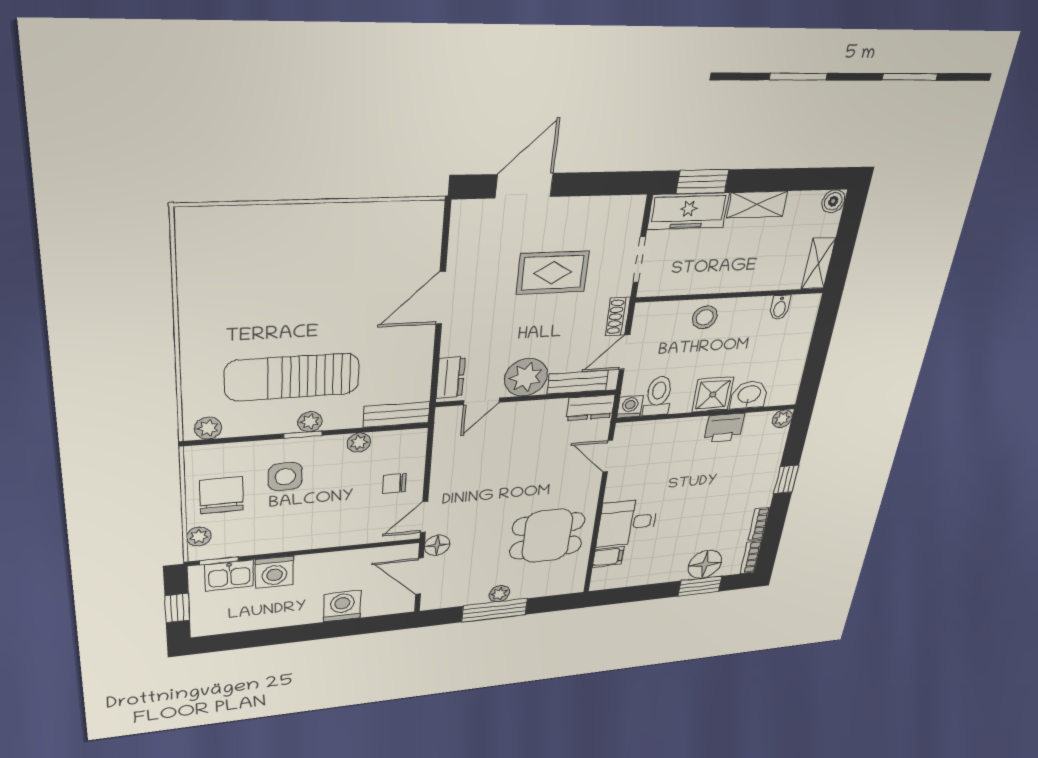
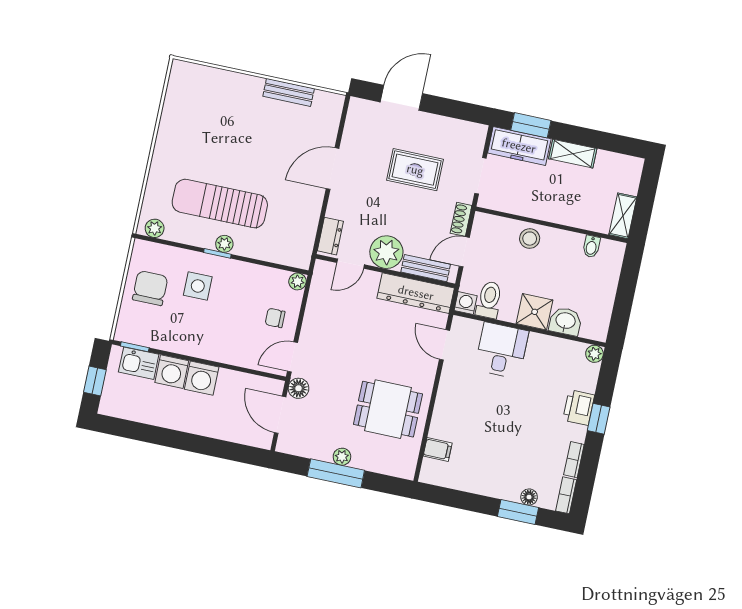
boiler: (833, 201) -> (634, 166), removed
dresser: (590, 408) -> (416, 293), width x1.96, depth x1.24
bench: (397, 415) -> (289, 92), moved
printer: (724, 428) -> (579, 408), moved, turned 90
plant: (359, 443) -> (297, 281), moved
desk: (627, 523) -> (502, 350), moved, turned 90
plant: (199, 537) -> (126, 320), removed
floor lamp: (705, 564) -> (529, 497), width x0.53, depth x0.53
washing machine: (342, 606) -> (202, 378), moved, turned 180

